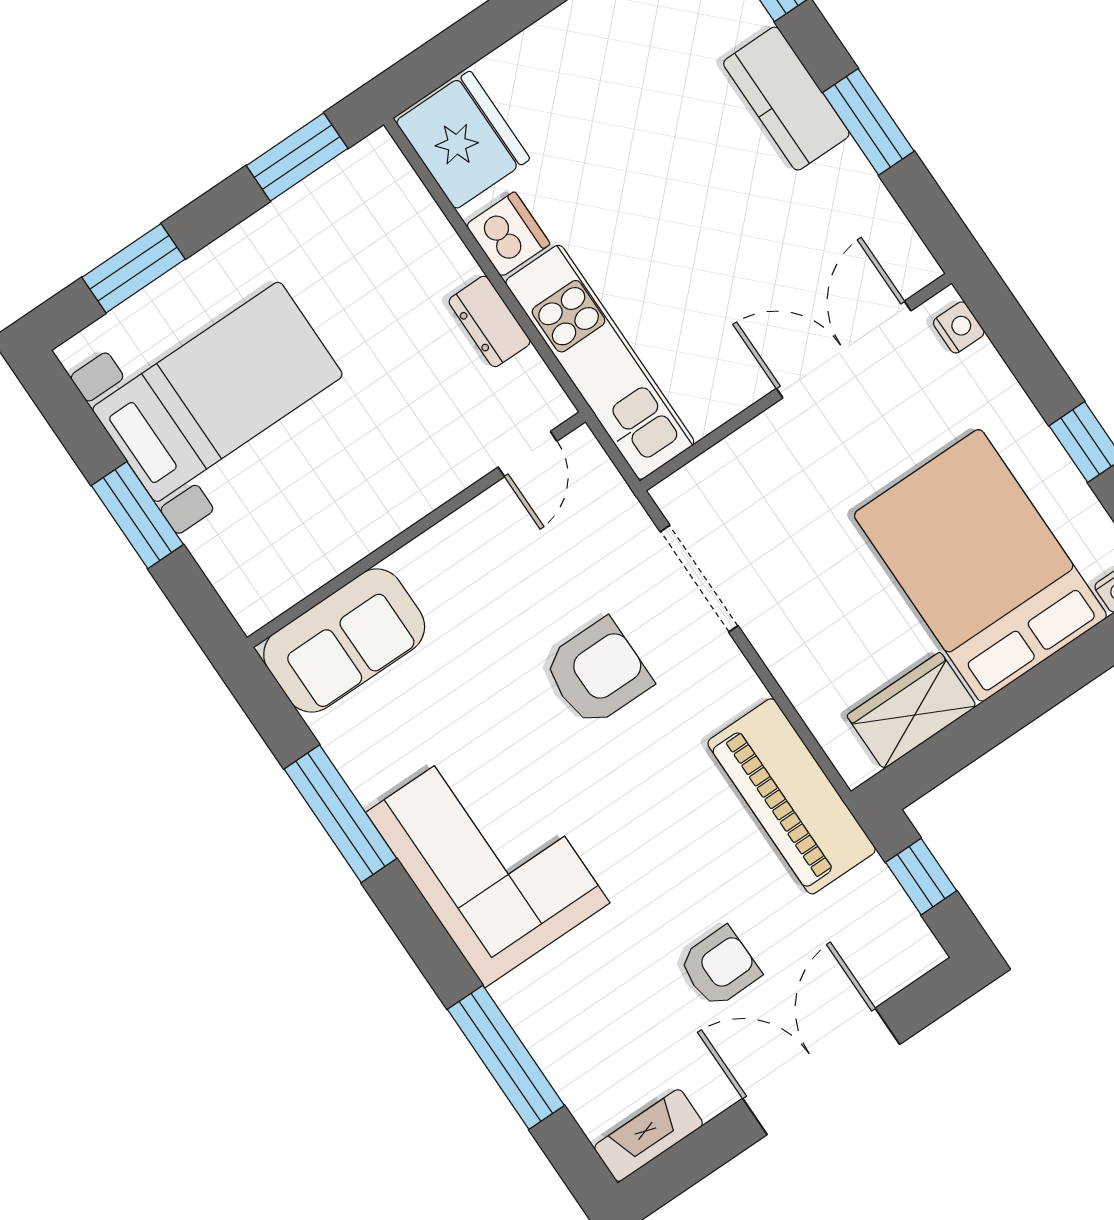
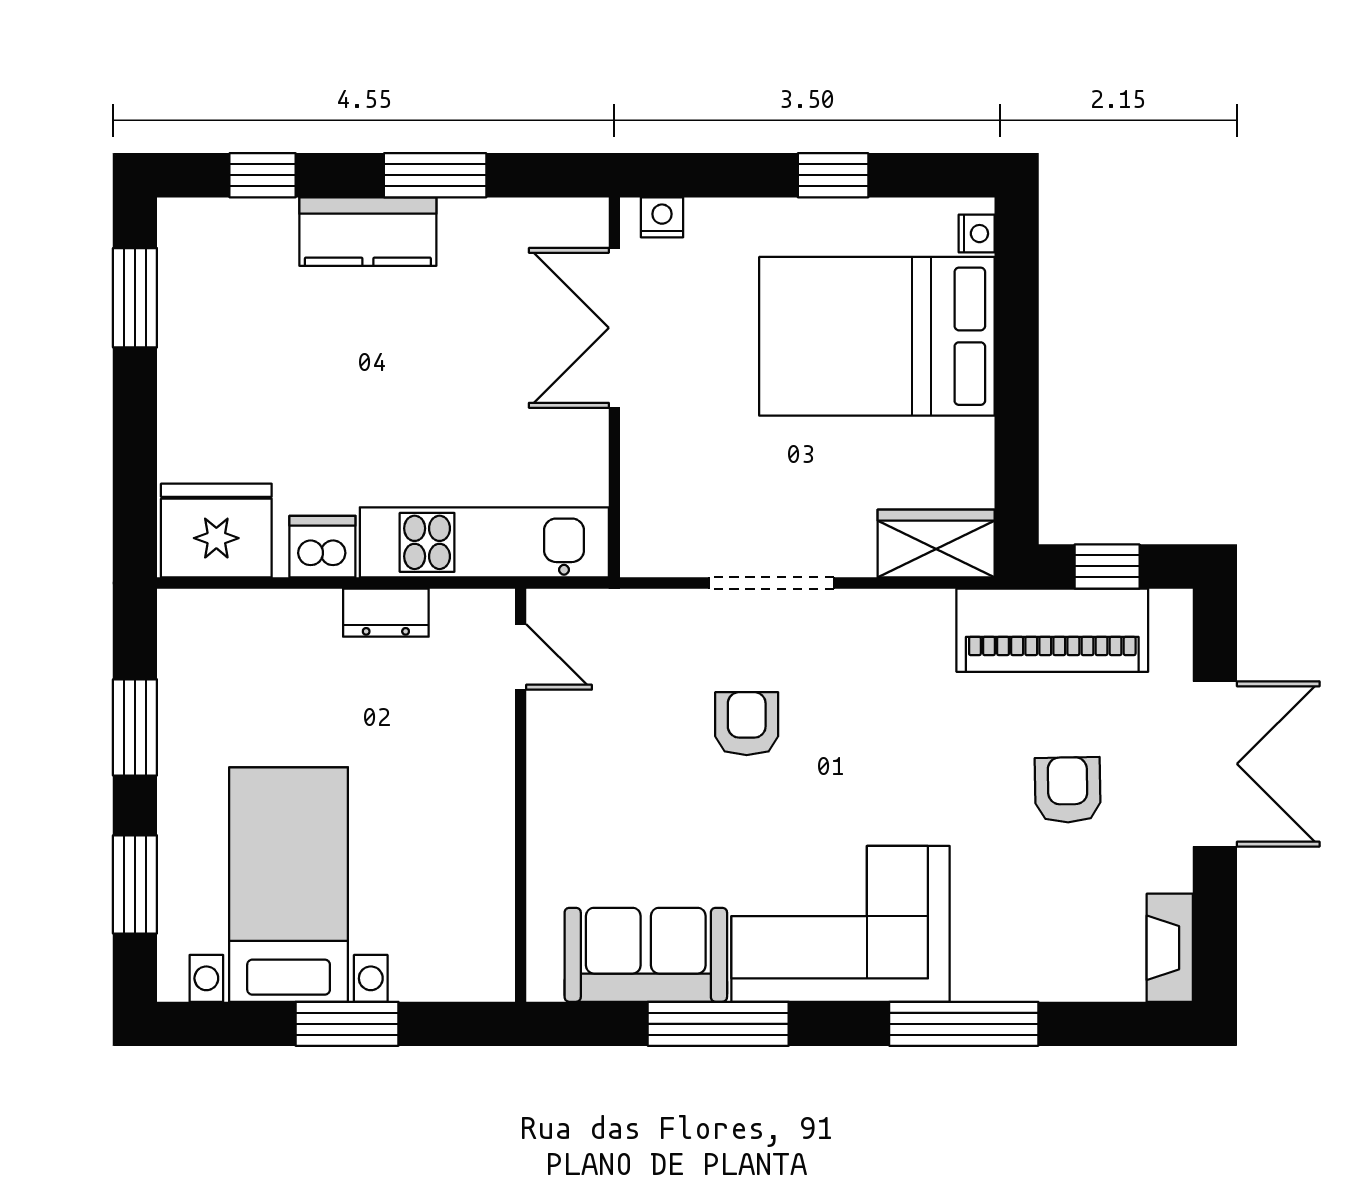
window: (297, 157) -> (135, 727), moved
doorway: (699, 579) -> (772, 583), moved
sofa: (344, 641) -> (646, 955), moved, turned -90
armchair: (597, 673) -> (747, 724), width x0.72, depth x0.72
wardrobe: (912, 711) -> (936, 544), moved, turned 90
piano: (792, 796) -> (1052, 630), moved
window: (506, 1057) -> (964, 1024), moved
double door: (821, 1071) -> (1215, 764), swing flipped

